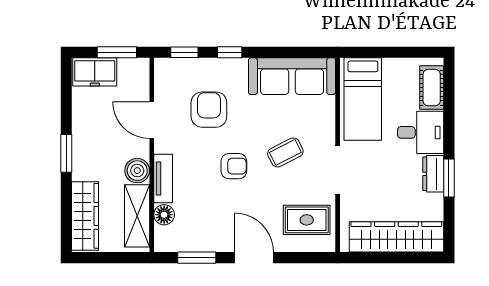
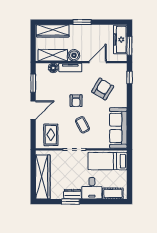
window: (230, 52) -> (129, 99), removed
freezer: (95, 72) -> (120, 40), width x1.40
armchair: (209, 110) -> (103, 89), turned -59

